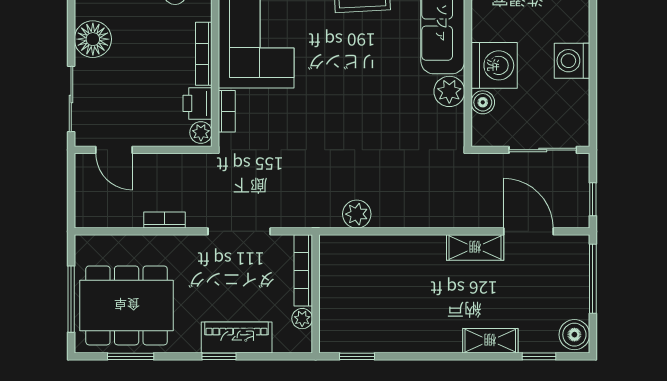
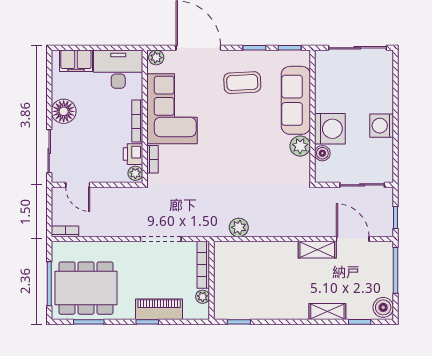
bookcase: (165, 220) -> (65, 231), moved

